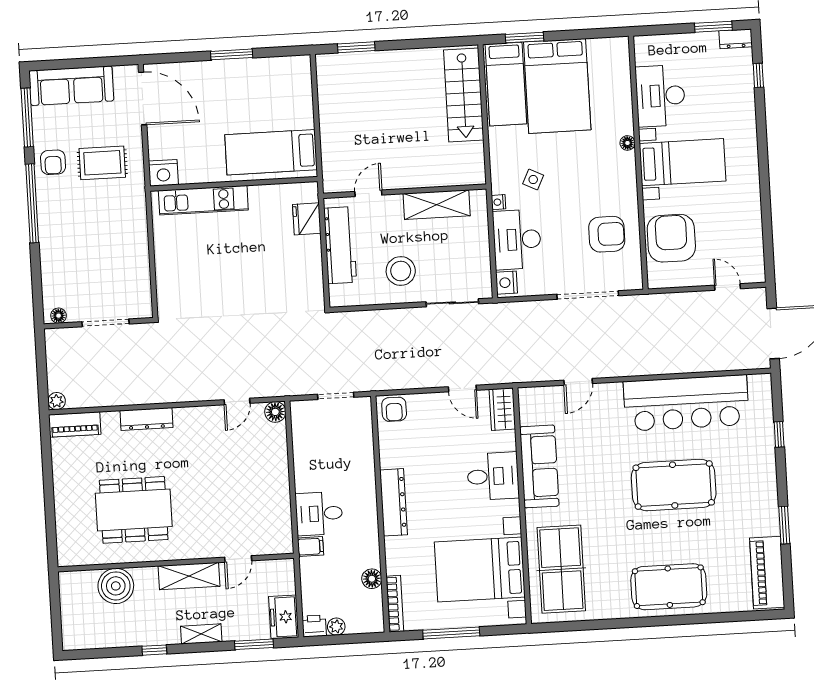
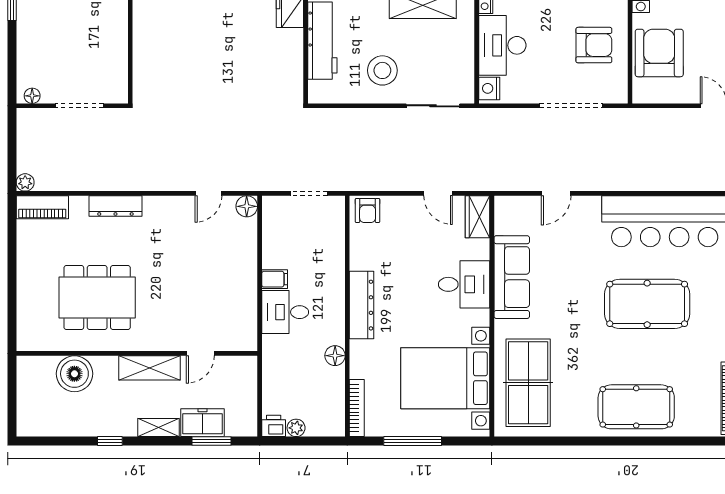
filing cabinet: (310, 547) -> (275, 279), moved
floor lamp: (372, 579) -> (335, 356), moved
freezer: (284, 617) -> (202, 423), moved, turned 90

